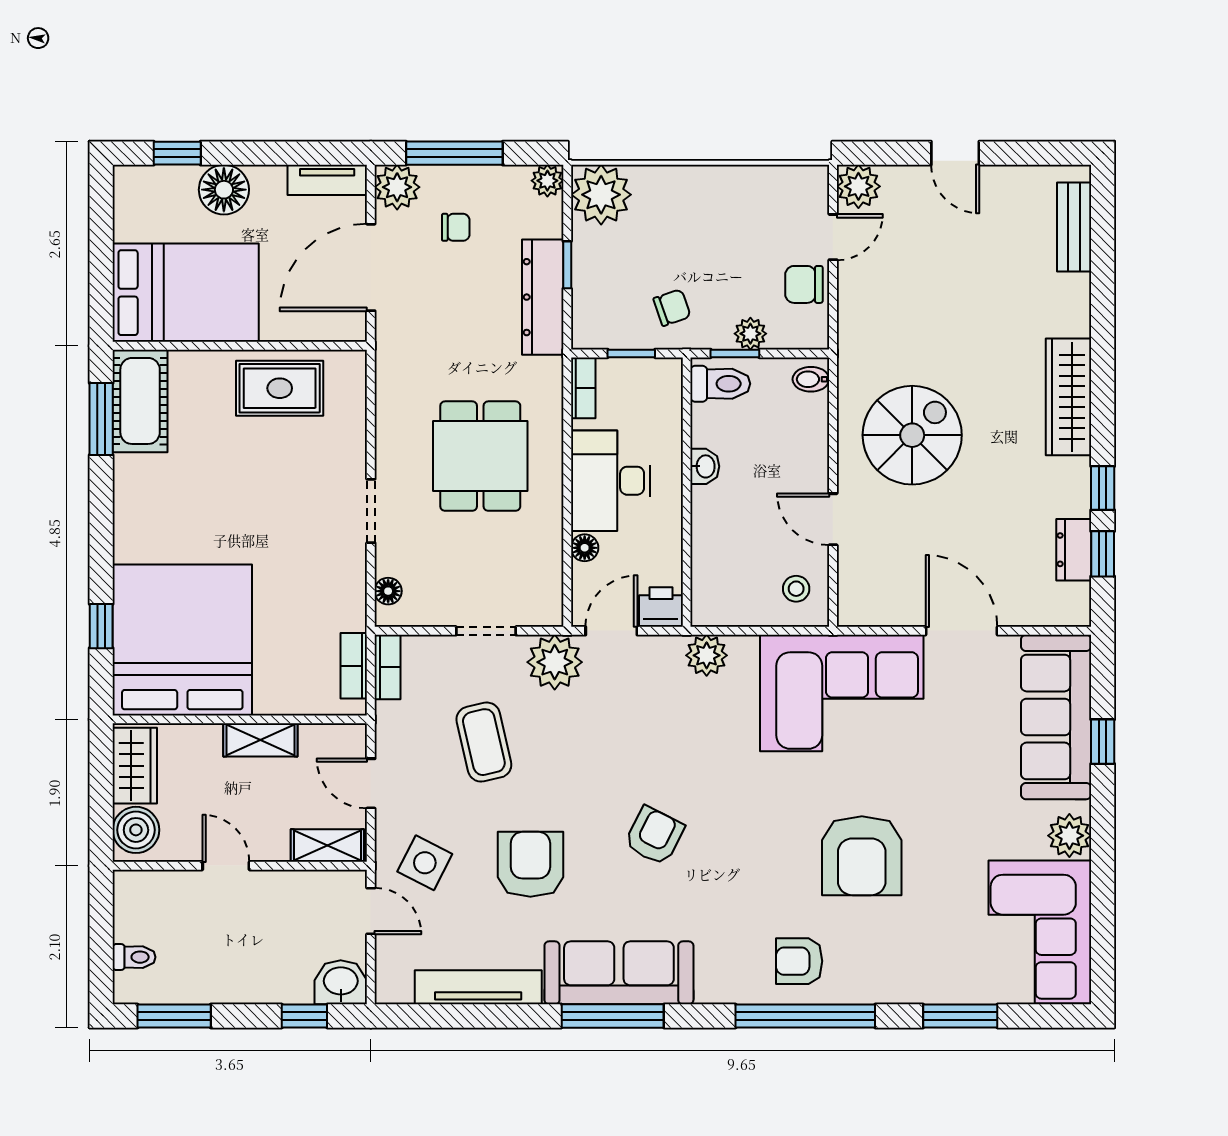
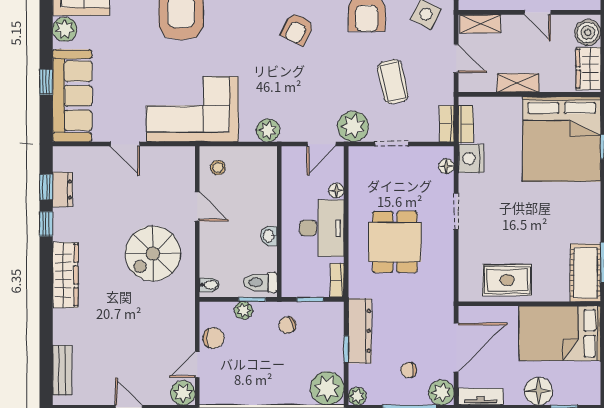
nightstand: (344, 605) -> (471, 159), added
printer: (661, 607) -> (294, 157), removed
door: (962, 631) -> (125, 144), width x0.73

